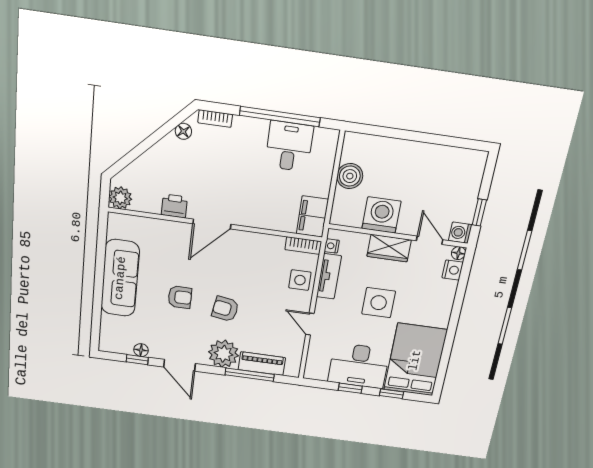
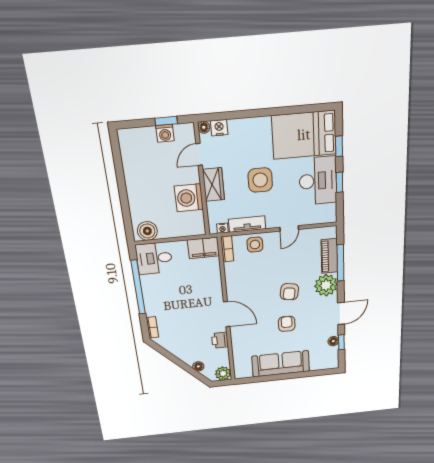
floor lamp: (183, 131) -> (198, 366), moved
desk: (289, 146) -> (154, 258), moved
boiler: (350, 176) -> (147, 231), moved
washing machine: (460, 233) -> (165, 133), moved

